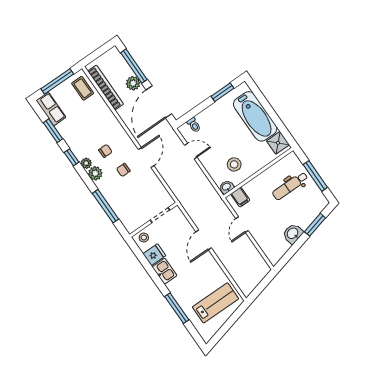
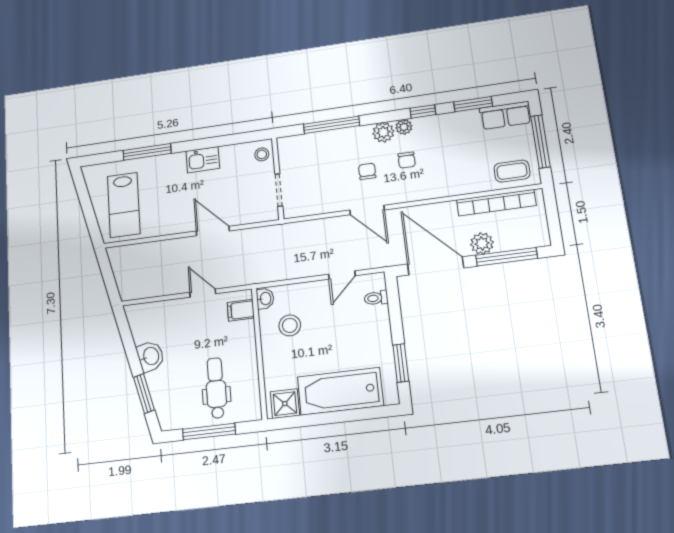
fridge: (154, 255) -> (232, 157), removed

